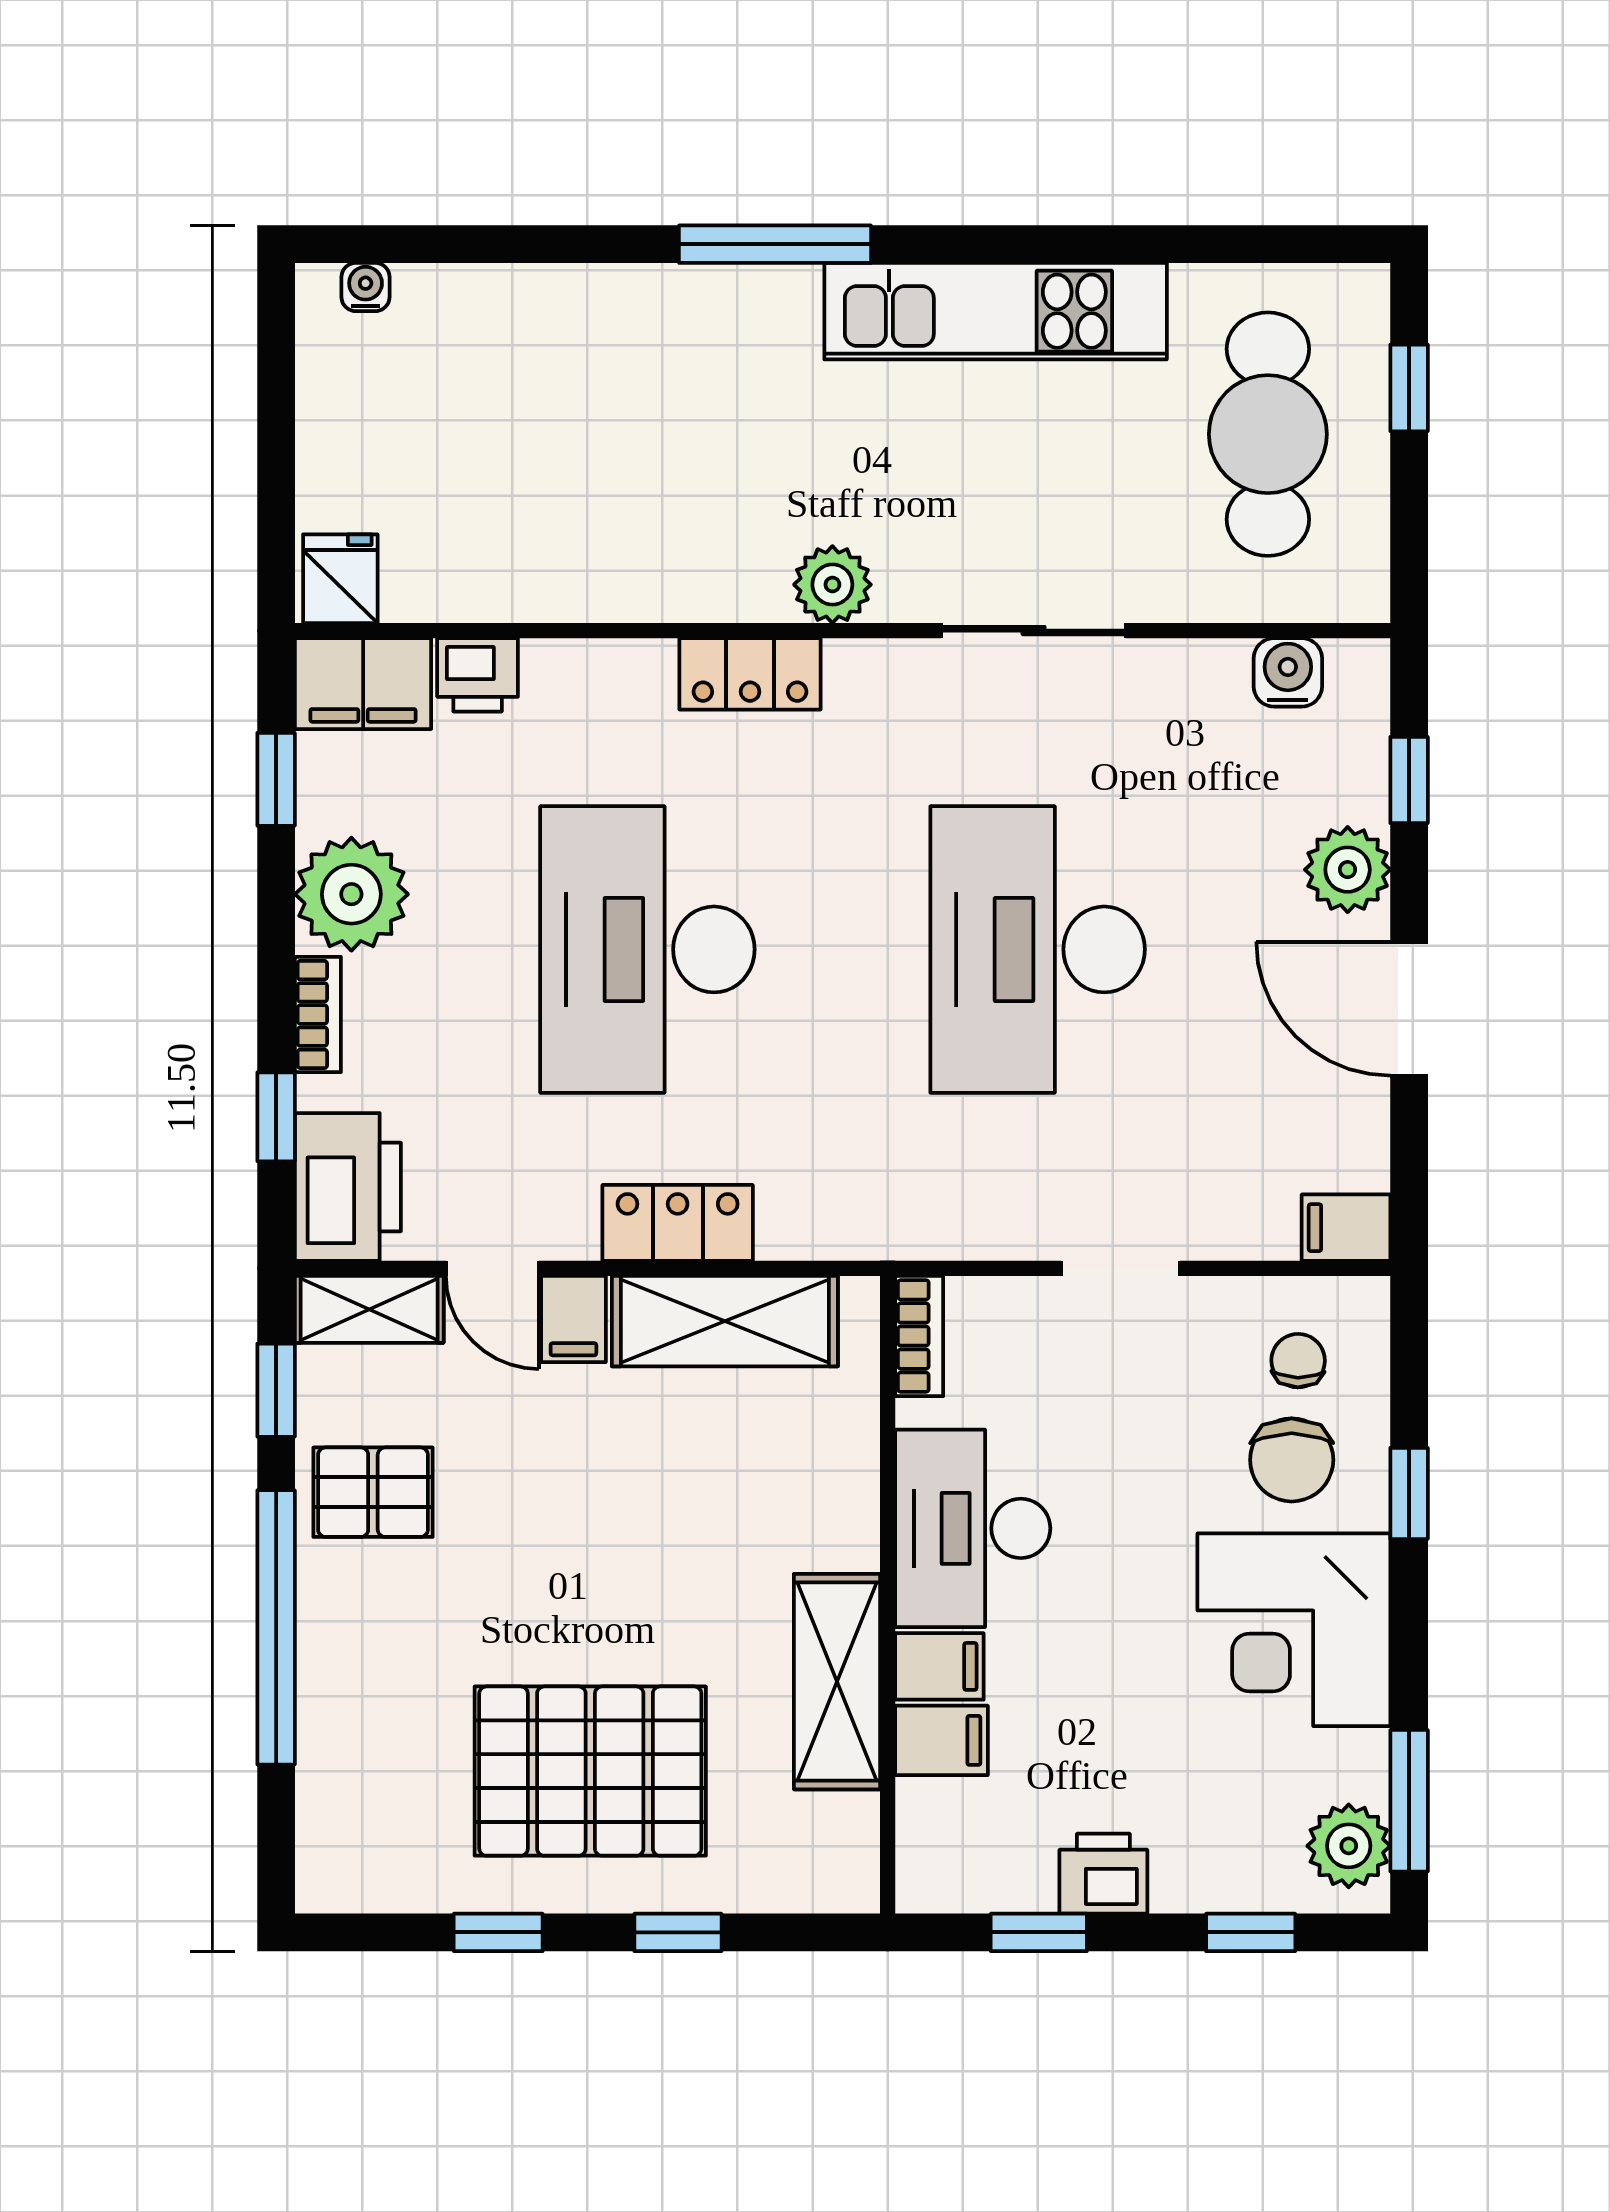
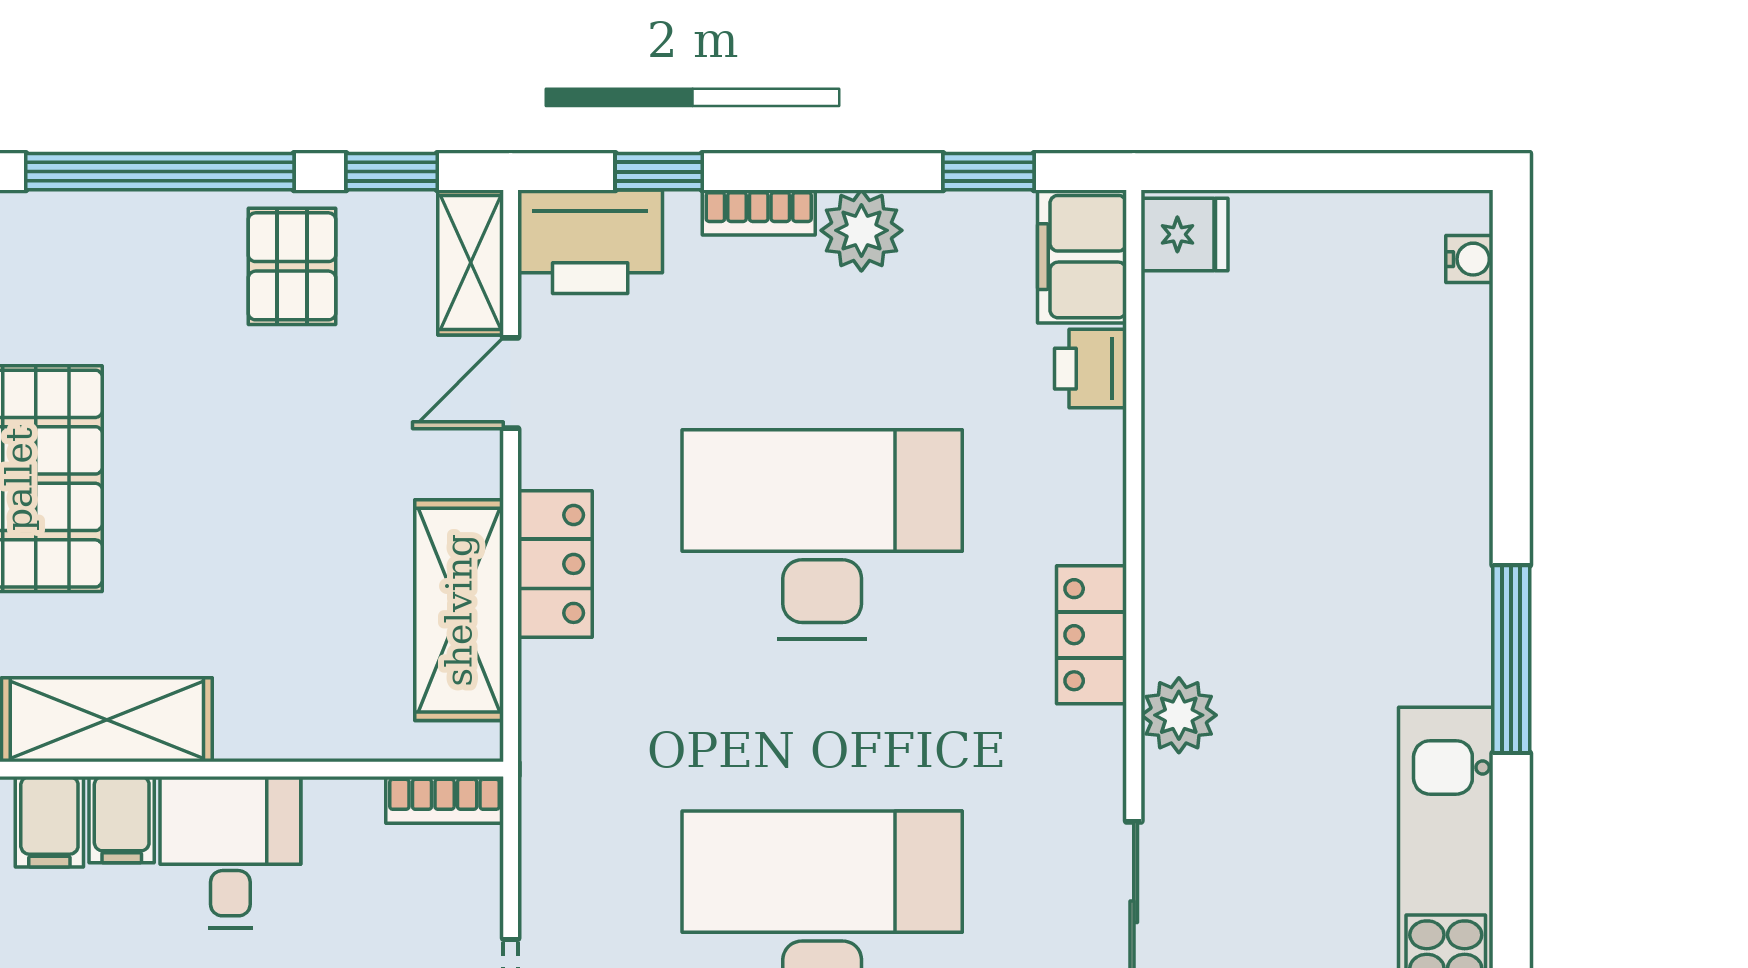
plant: (351, 894) -> (861, 230), width x0.73, depth x0.73
filing cabinet: (573, 1319) -> (461, 462), removed
desk: (973, 1528) -> (230, 852), width x0.73

